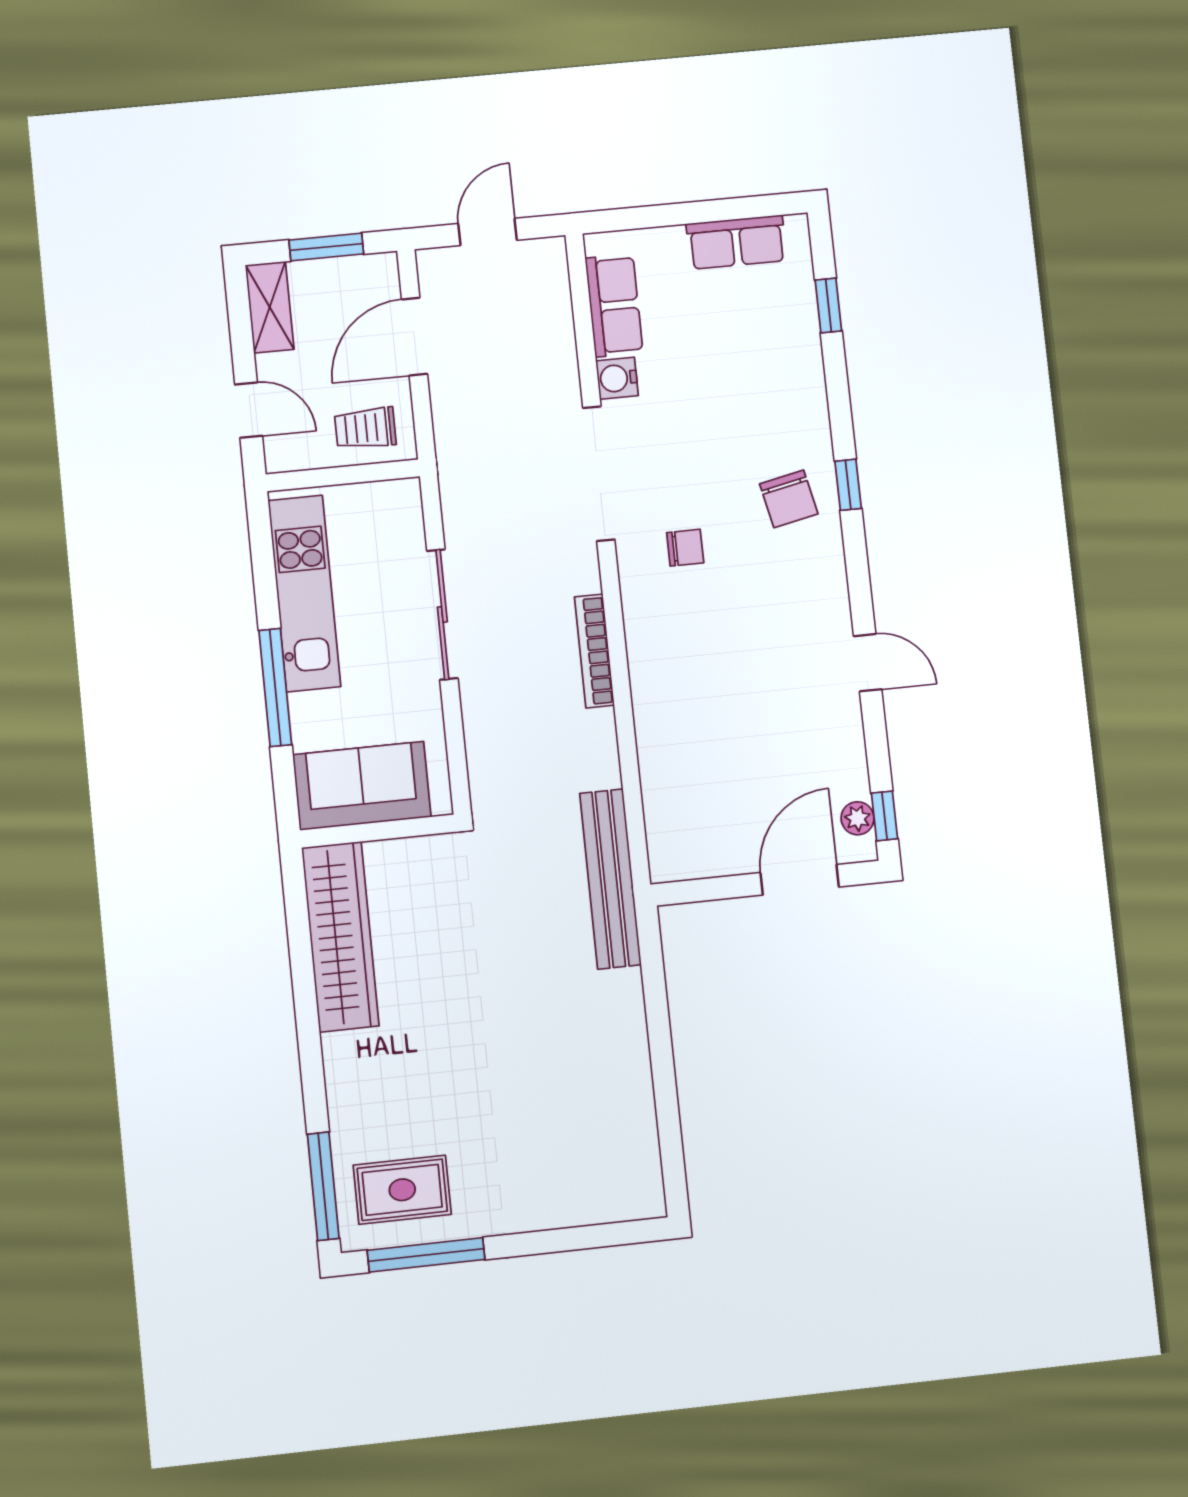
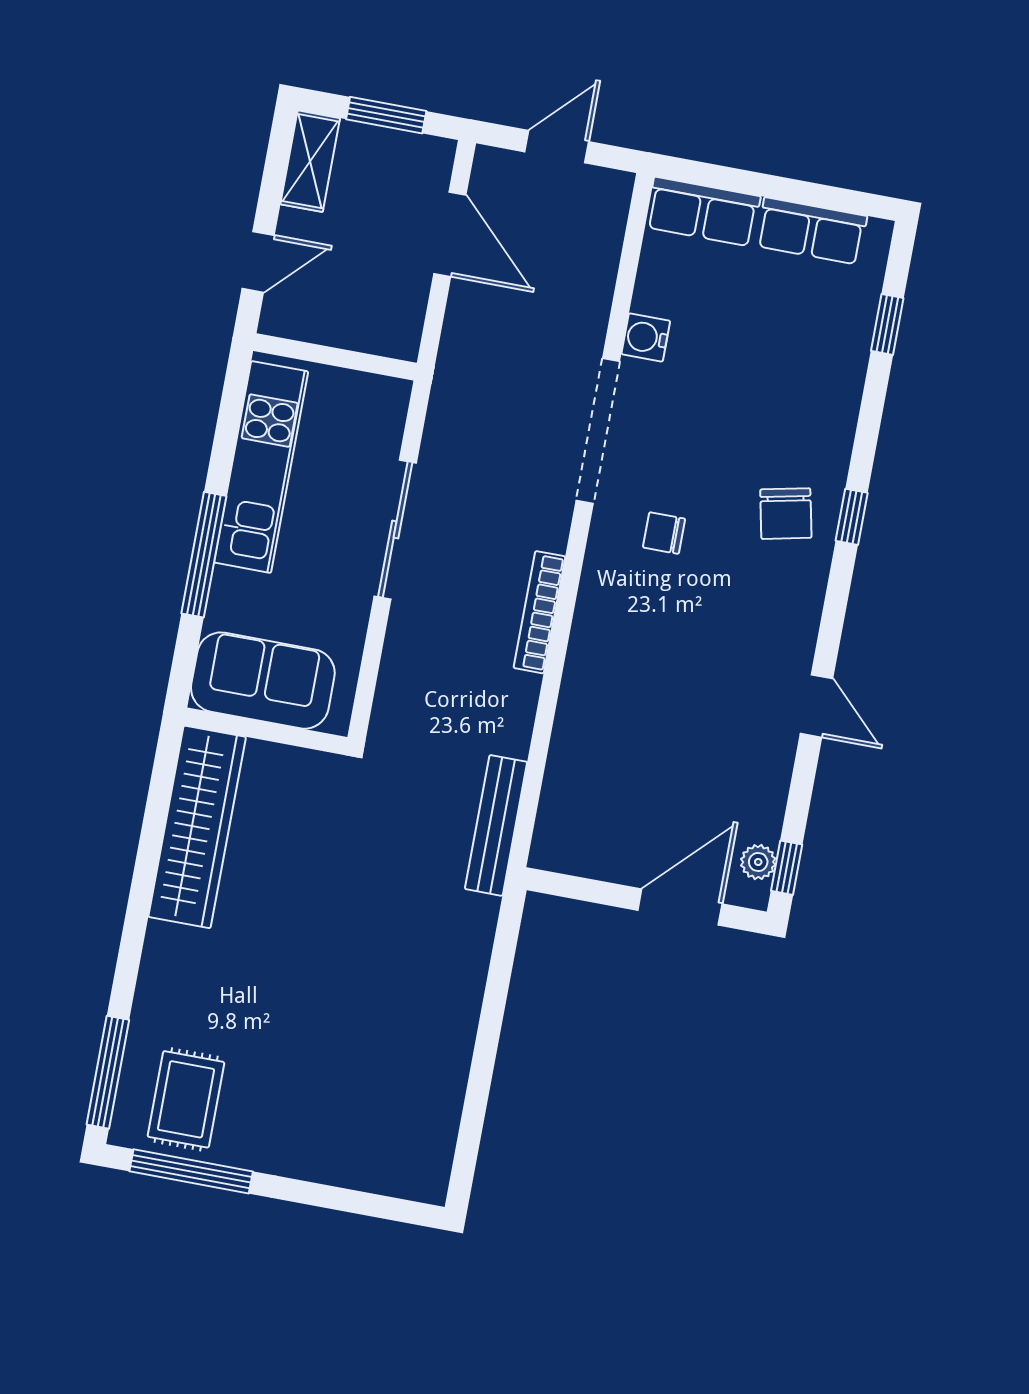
row of seats: (614, 305) -> (703, 212), moved, turned 90
door: (414, 337) -> (450, 234), swing flipped
door: (249, 410) -> (258, 262), hinge flipped
trolley: (365, 428) -> (372, 315), removed
chair: (685, 548) -> (664, 533), turned 180
bench: (610, 879) -> (496, 825), width x0.73, depth x0.82
rug: (402, 1190) -> (186, 1099), turned 90

